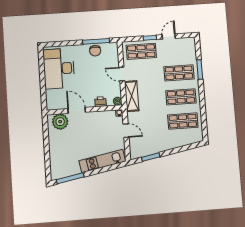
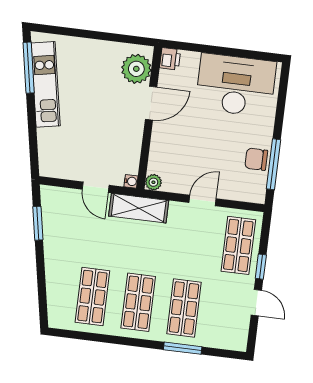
shelving: (132, 96) -> (139, 208), moved
printer: (101, 102) -> (170, 59), moved
door: (126, 131) -> (96, 187), hinge flipped
kitchen unit: (102, 161) -> (46, 84), moved

